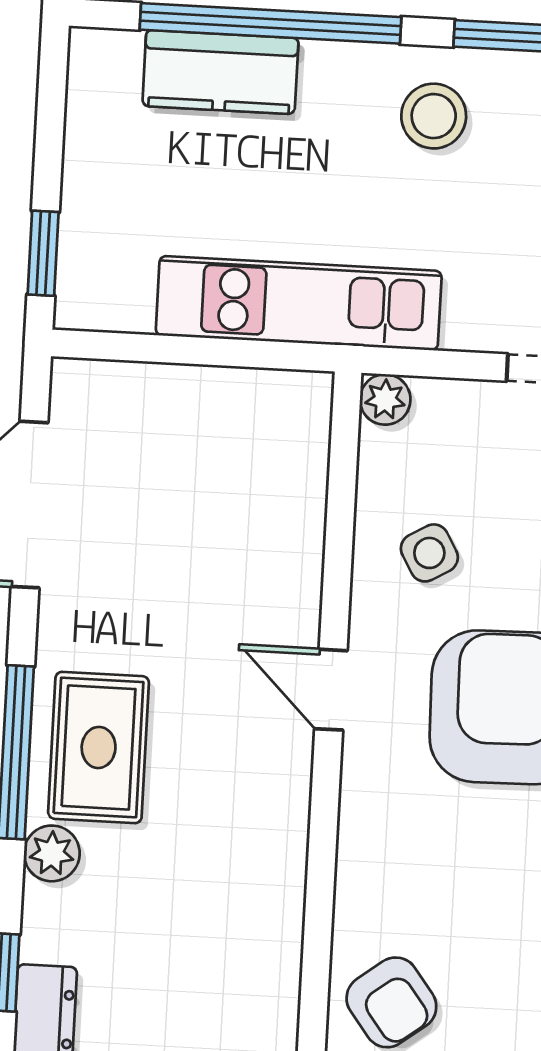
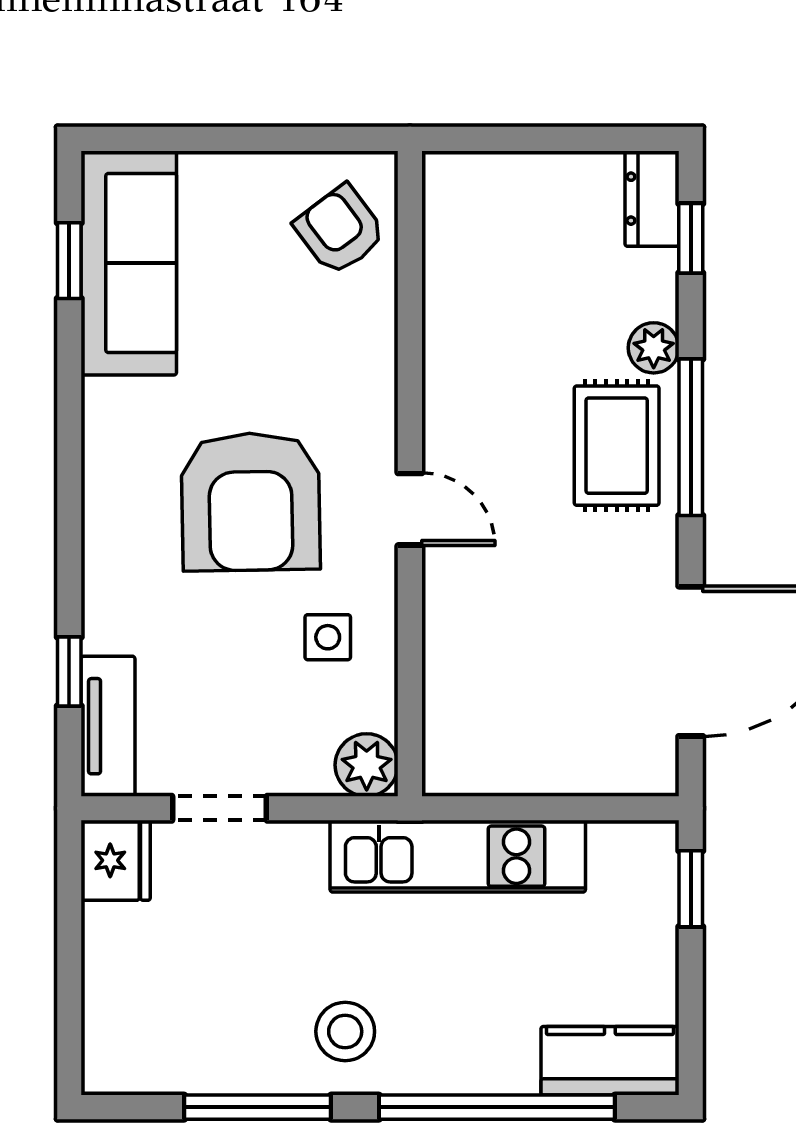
kitchen counter: (220, 72) -> (610, 1061), moved
plant: (385, 399) -> (367, 765), width x1.38, depth x1.38
side table: (429, 553) -> (328, 637), turned 30

